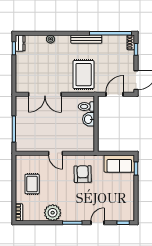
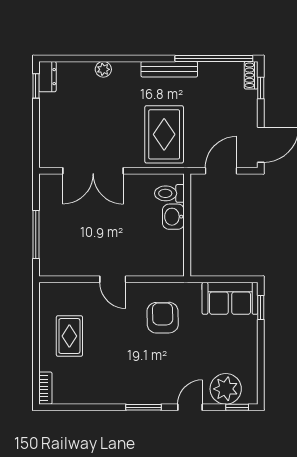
plant: (53, 213) -> (226, 389), moved

